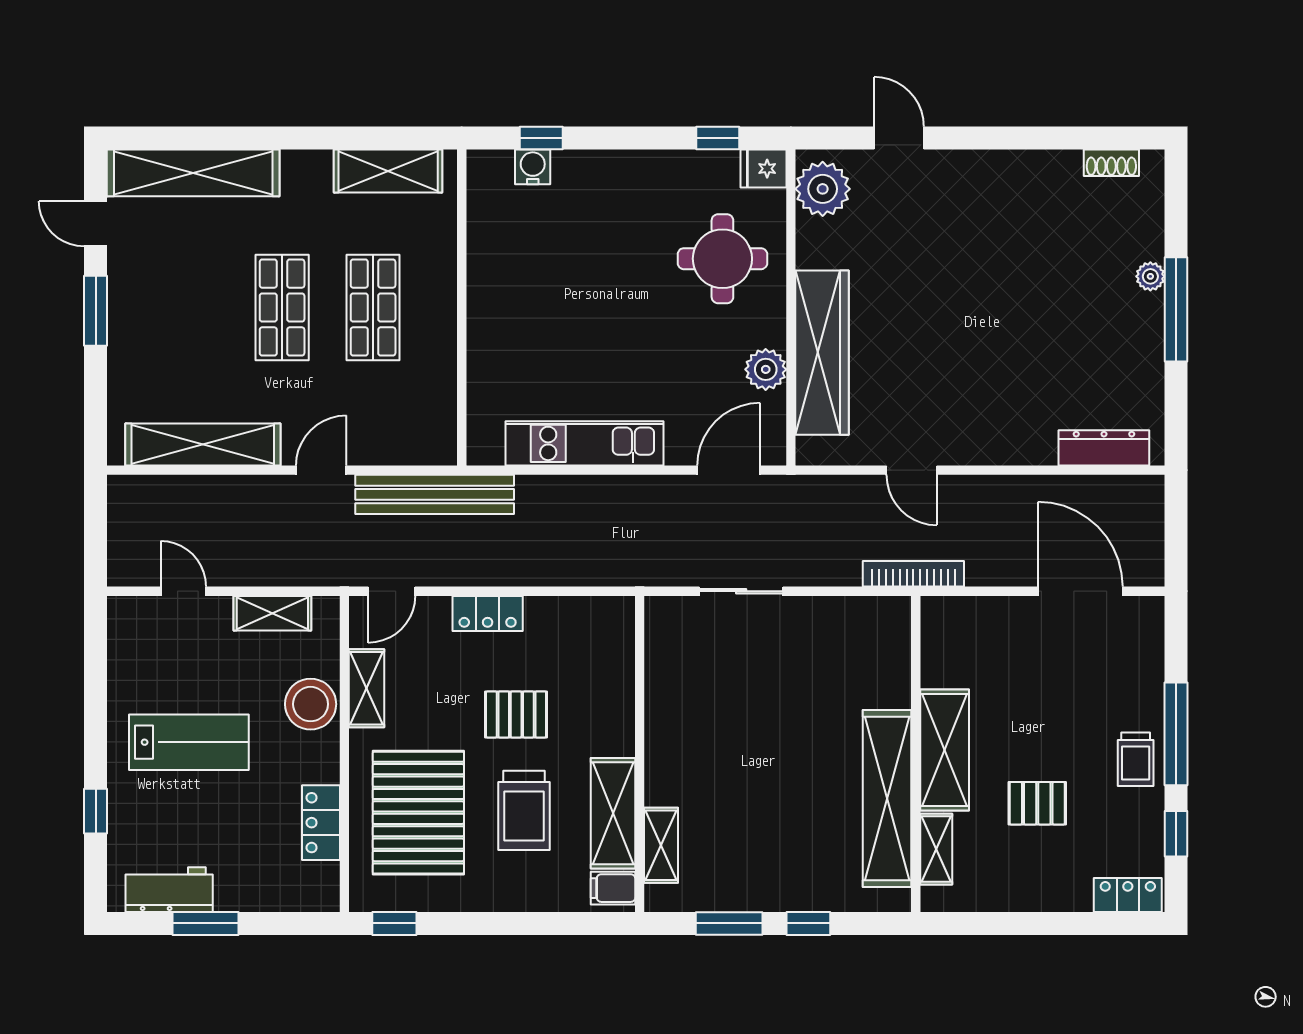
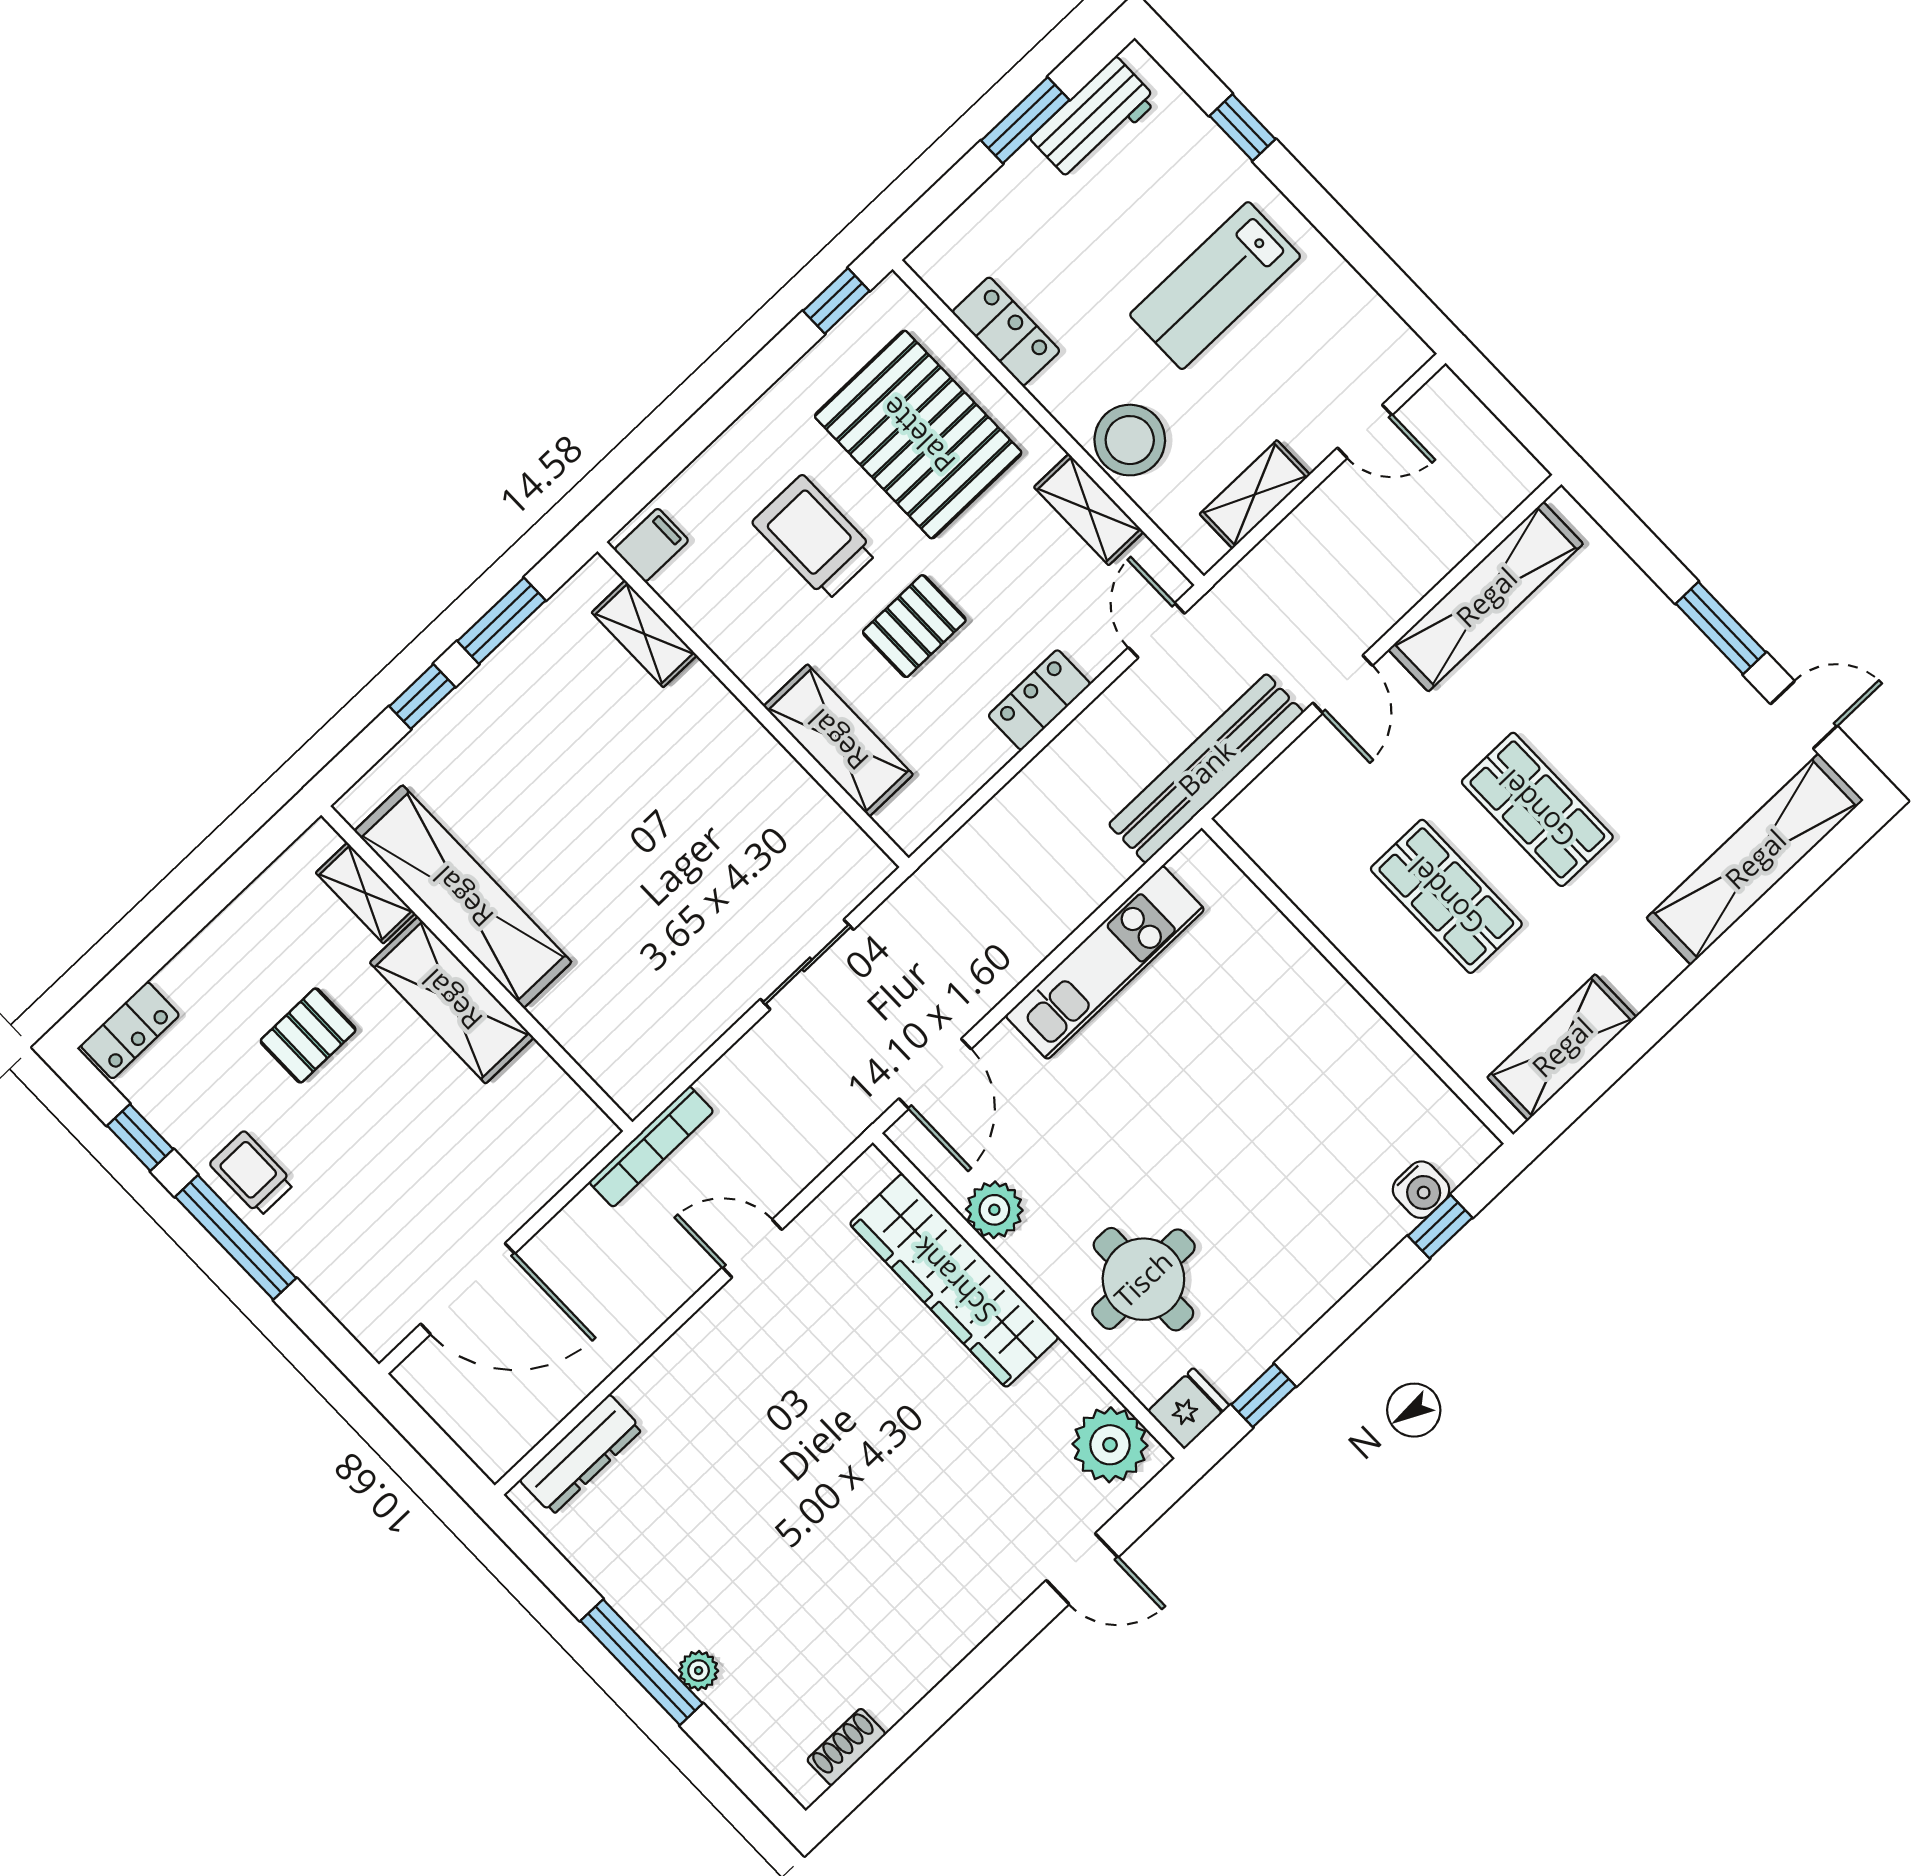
shelving: (613, 813) -> (838, 740), moved

